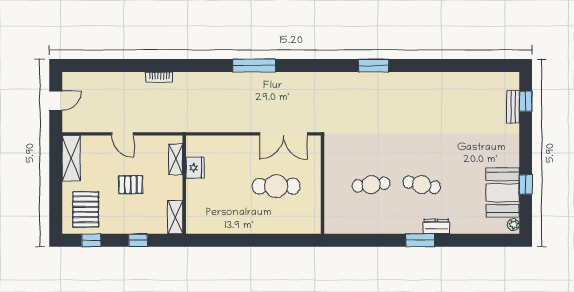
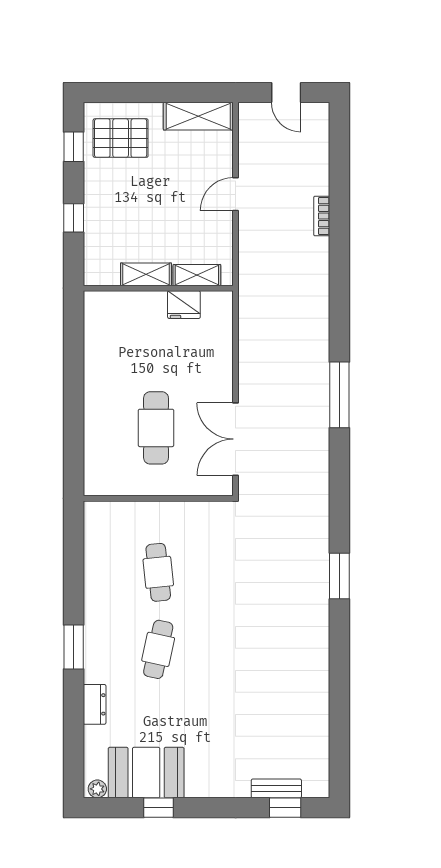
bookcase: (159, 77) -> (322, 216), moved
pallet: (131, 185) -> (158, 207), removed
shelving: (175, 217) -> (146, 274), moved
dresser: (436, 226) -> (95, 704), moved

